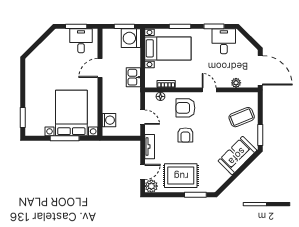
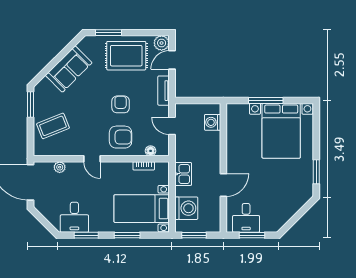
washing machine: (131, 38) -> (186, 208), moved
bed with nightstands: (71, 113) -> (281, 131), moved
window: (23, 117) -> (316, 172), moved
sofa: (237, 156) -> (69, 69), moved

